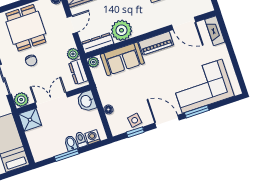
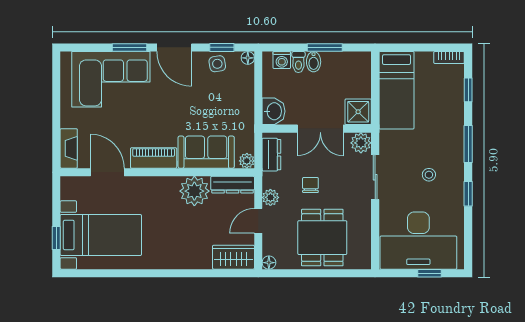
plant: (73, 54) -> (270, 197), moved
chair: (31, 60) -> (310, 185), moved
floor lamp: (108, 109) -> (248, 58), moved

